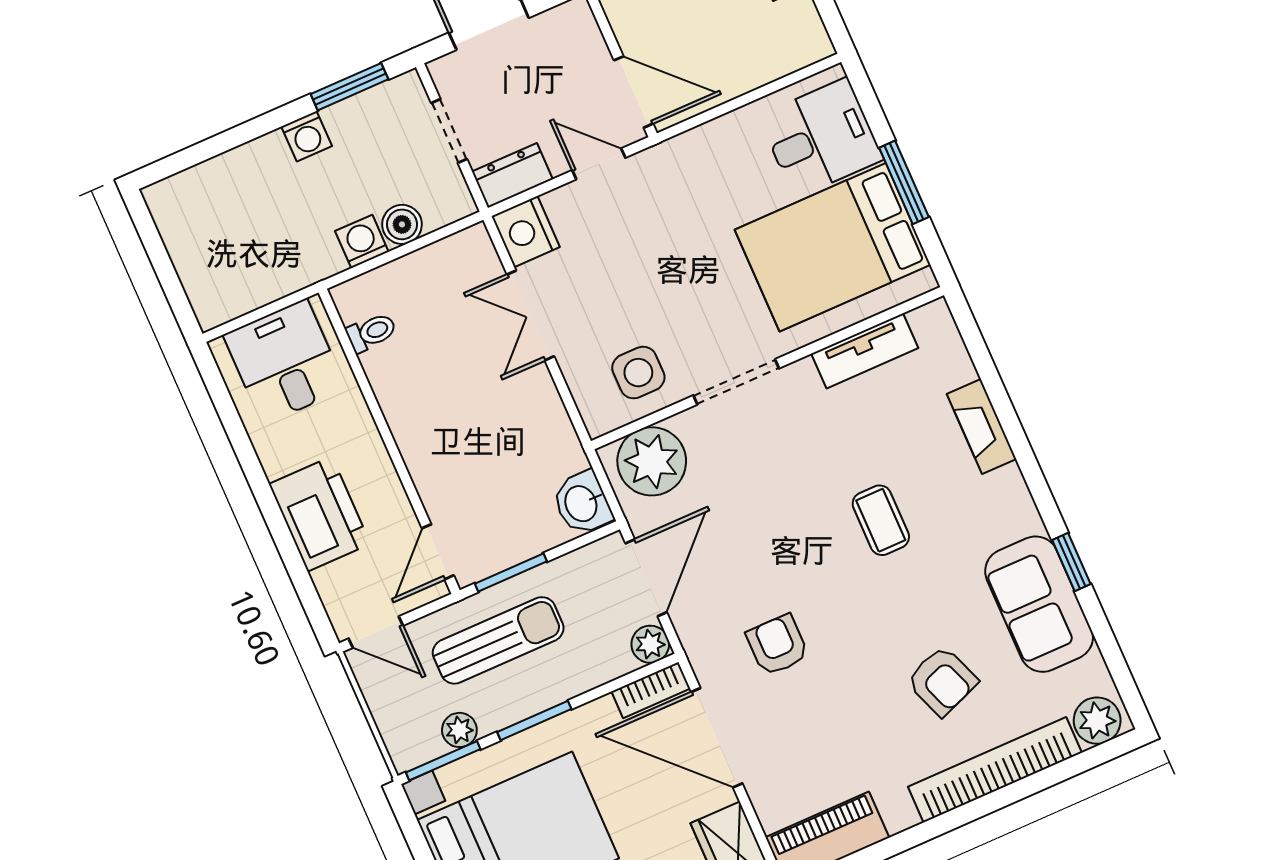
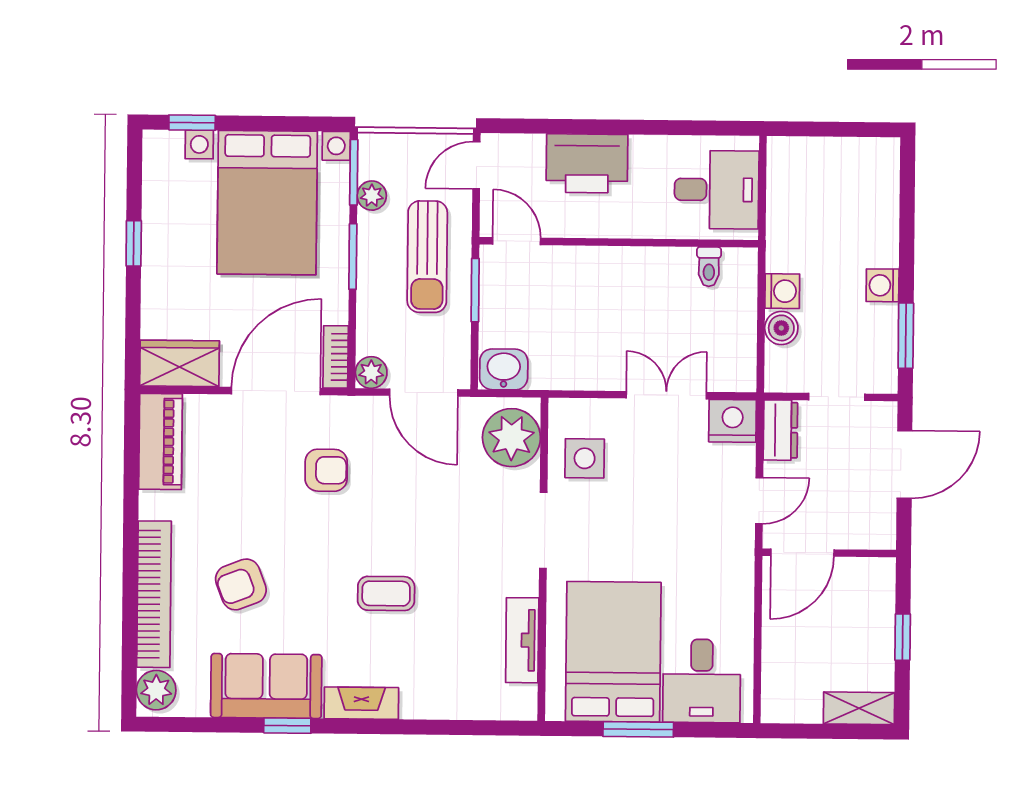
fireplace: (982, 427) -> (361, 703), moved

